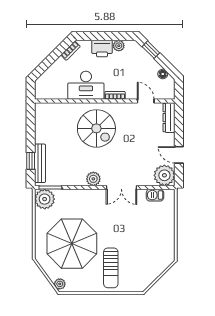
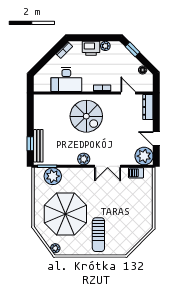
desk: (86, 85) -> (66, 80), moved
plant: (45, 199) -> (53, 176), moved

